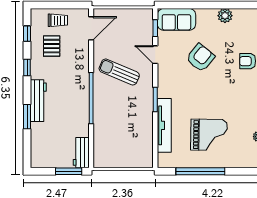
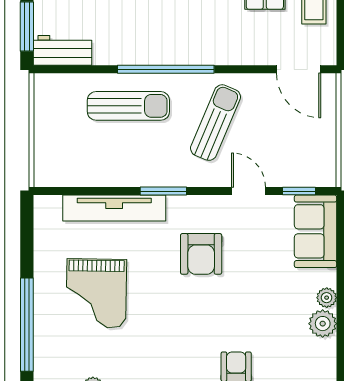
plant: (211, 14) -> (327, 298), added
door: (155, 55) -> (248, 191), hinge flipped
armchair: (201, 58) -> (201, 254), moved, turned 51
sun lounger: (110, 118) -> (128, 106), added
window: (200, 171) -> (27, 325), moved

